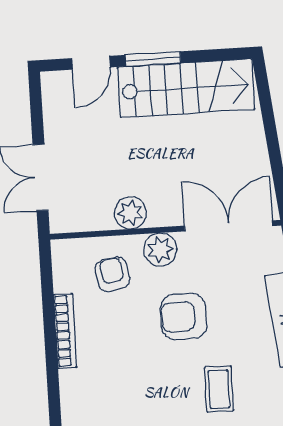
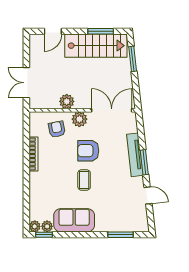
window: (153, 59) -> (101, 31), moved
window: (267, 112) -> (133, 59), added
coffee table: (219, 389) -> (84, 180), moved

